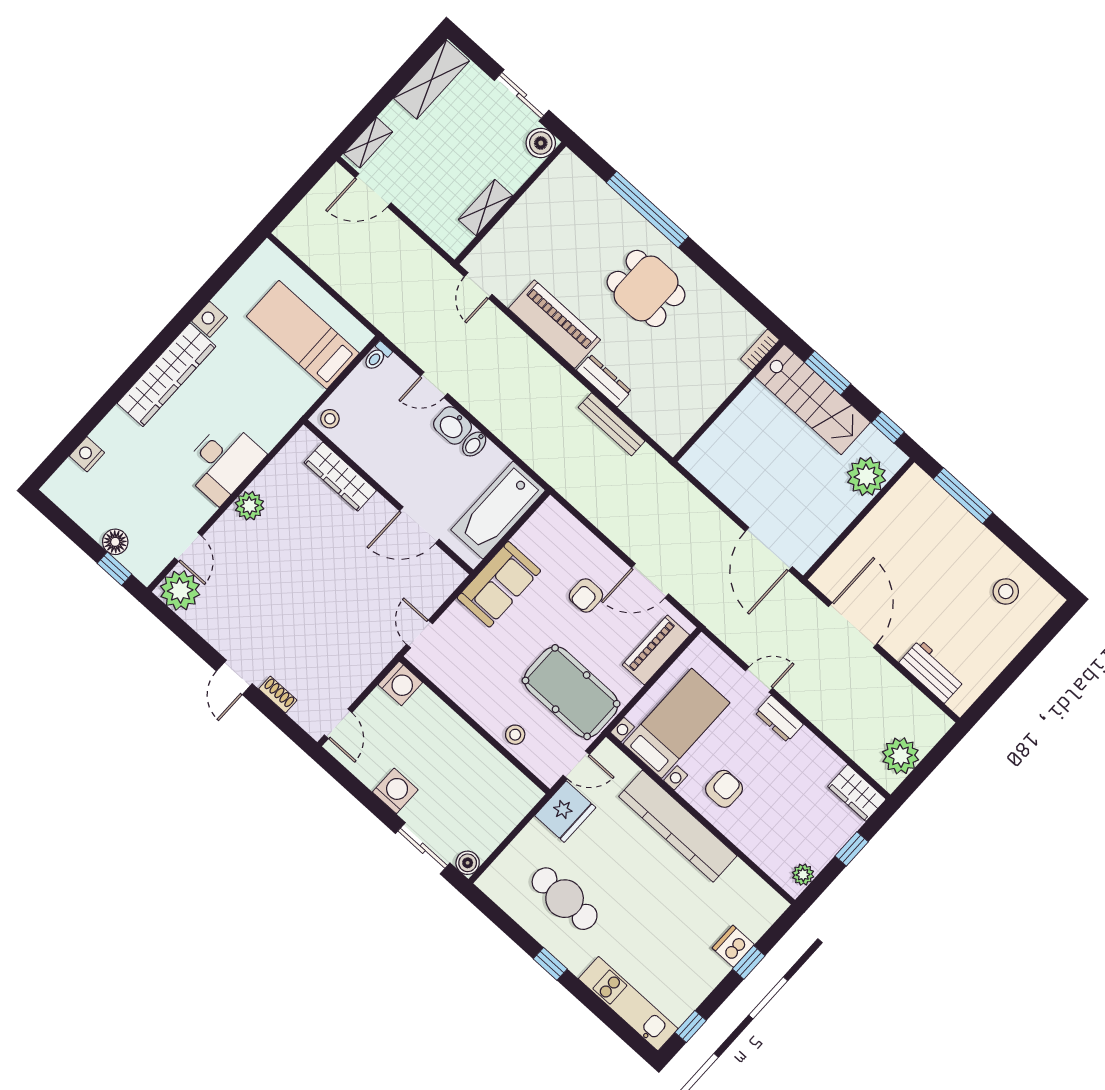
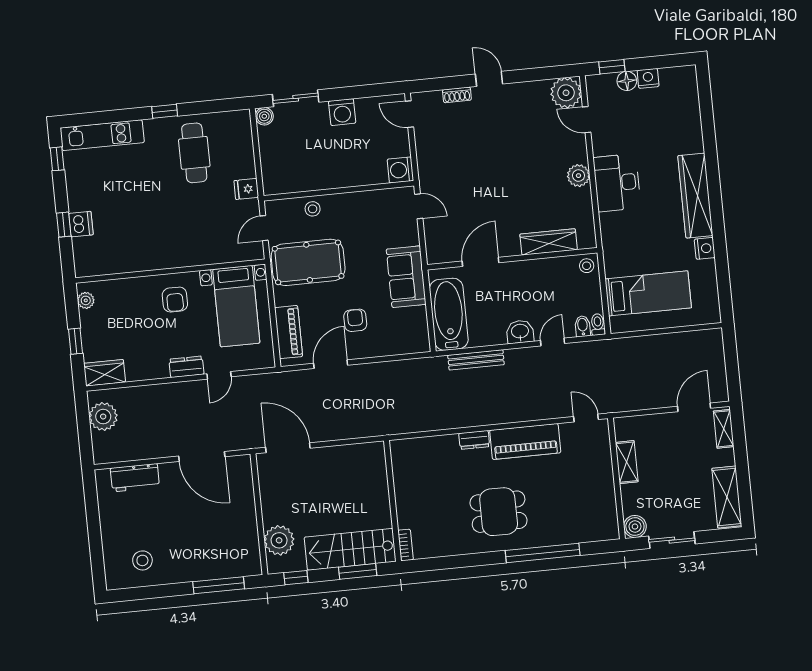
dresser: (604, 381) -> (474, 440), width x0.70
bench: (612, 424) -> (476, 360), moved
bidet: (474, 444) -> (583, 326), moved
nightstand: (87, 454) -> (648, 78), moved, turned -90
fridge: (565, 812) -> (246, 189), width x0.53, depth x0.75
kitchen counter: (678, 826) -> (177, 254), removed
cafe table: (565, 899) -> (194, 153), turned 90

